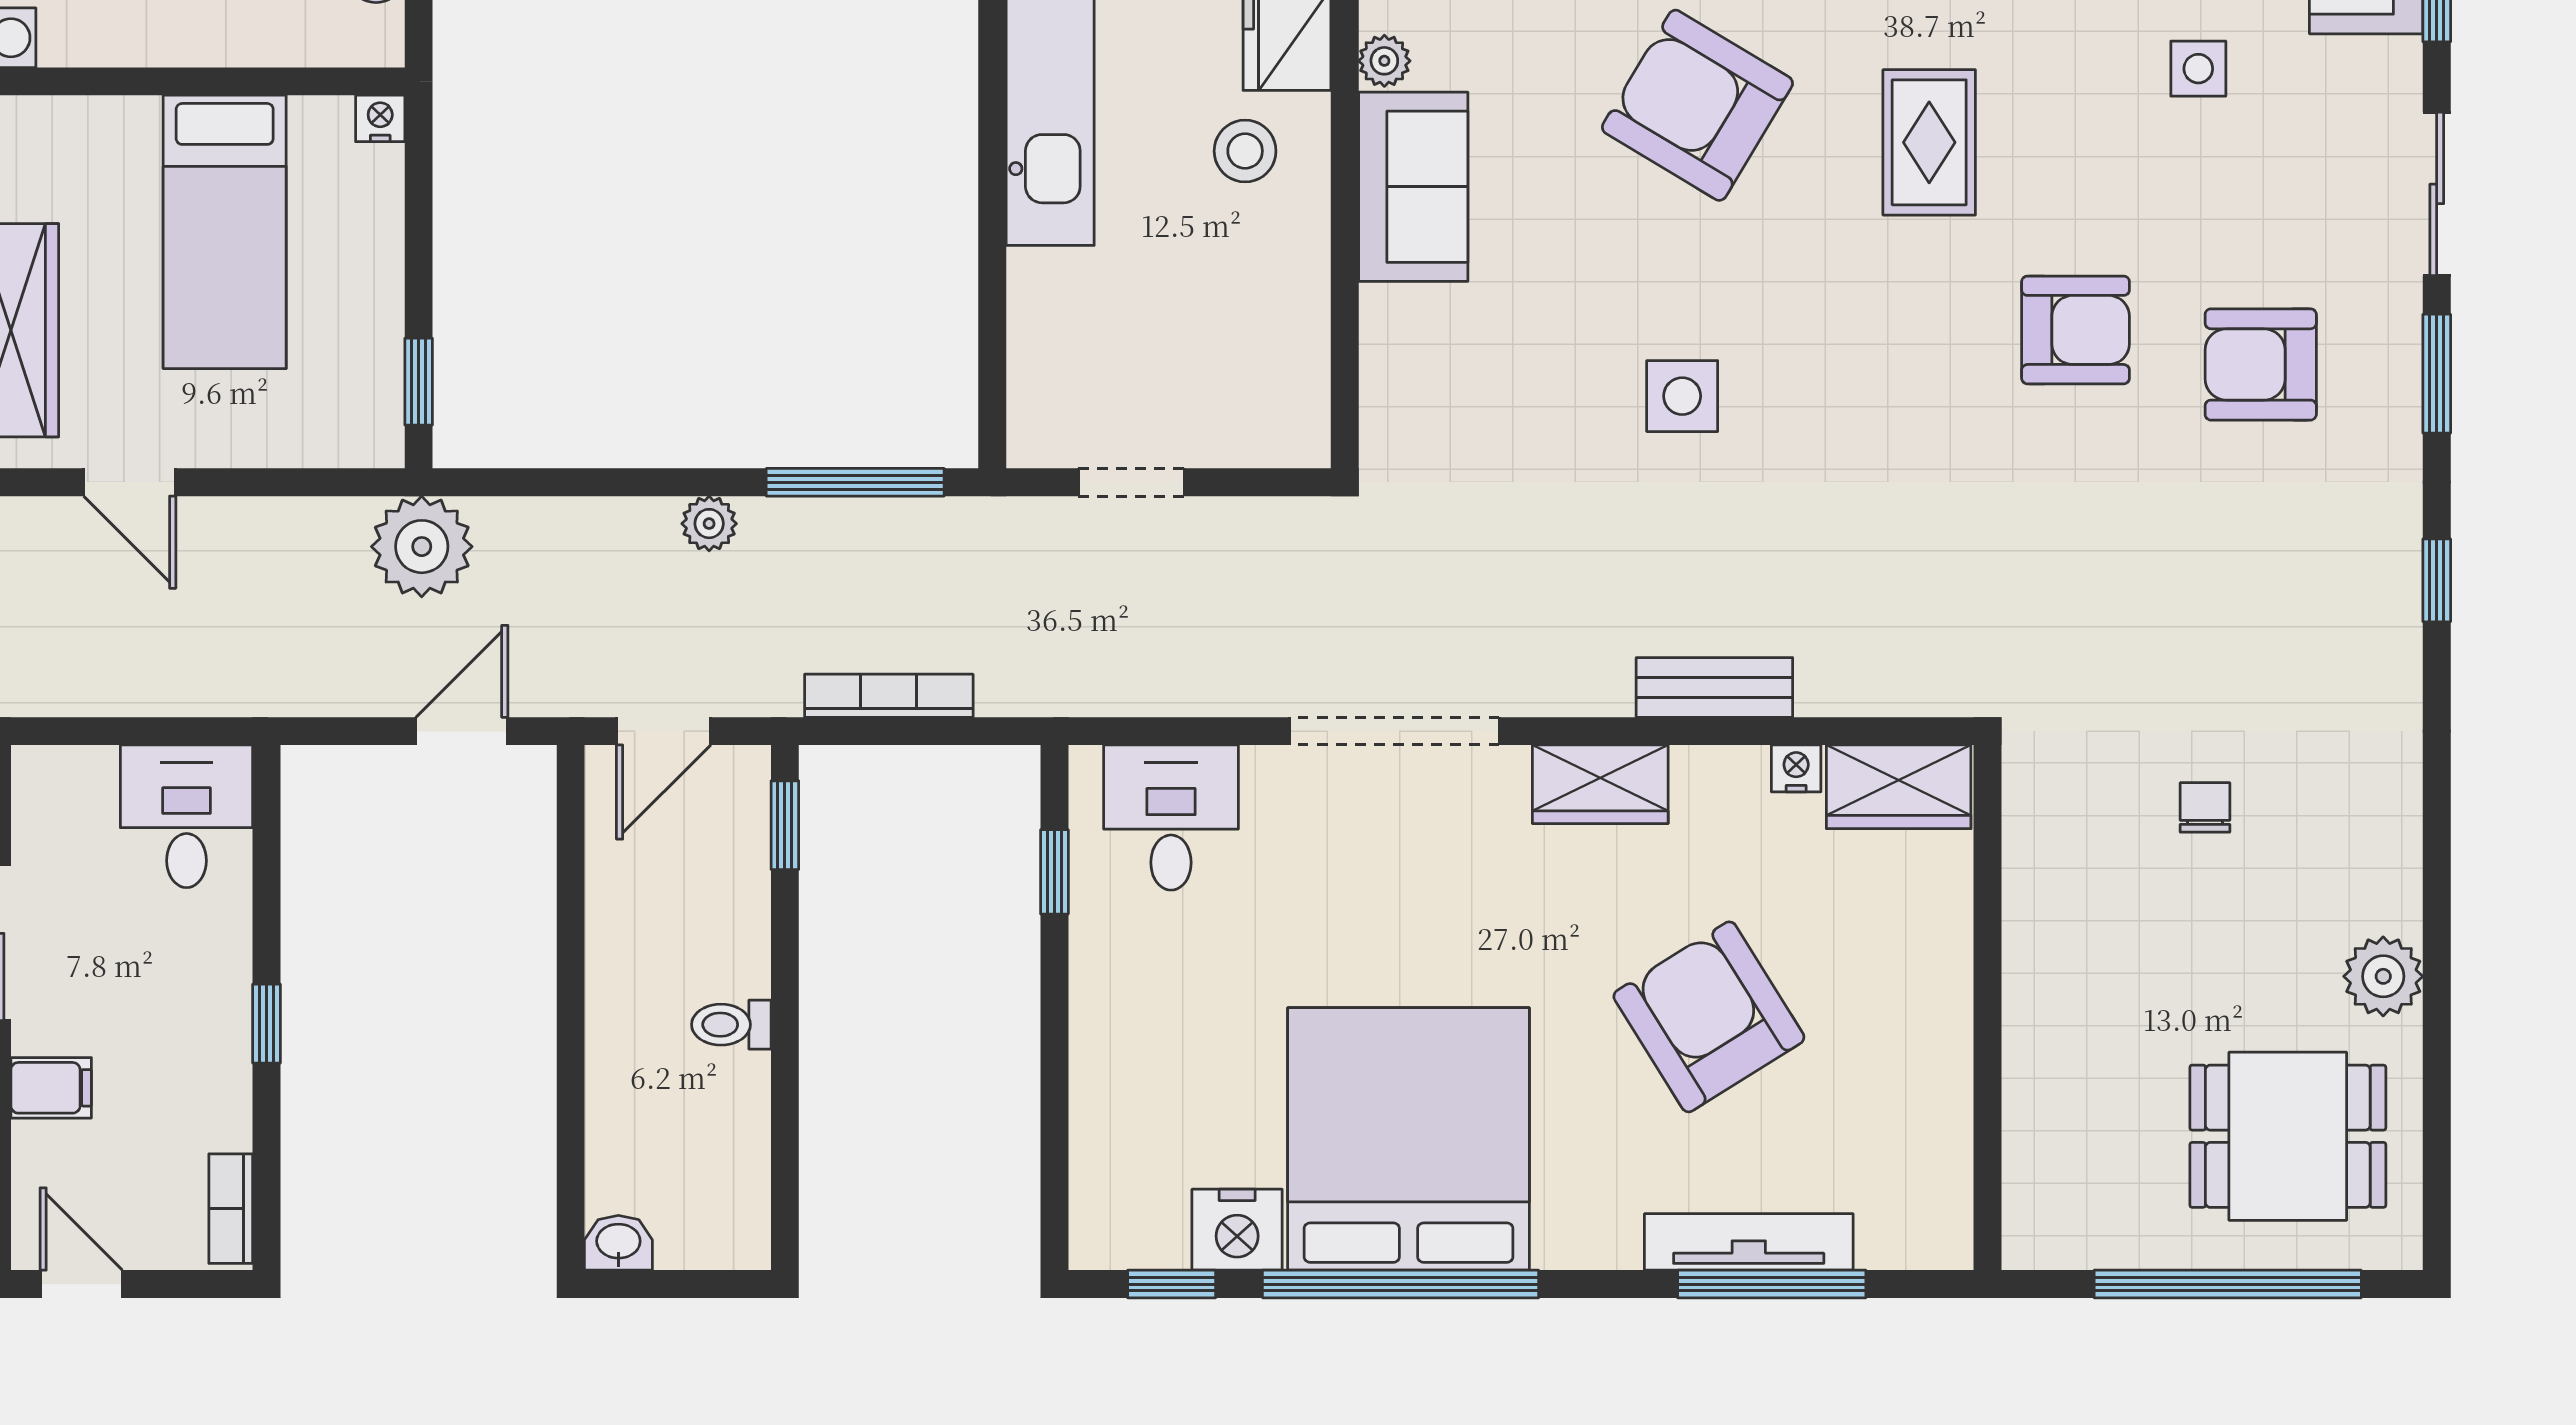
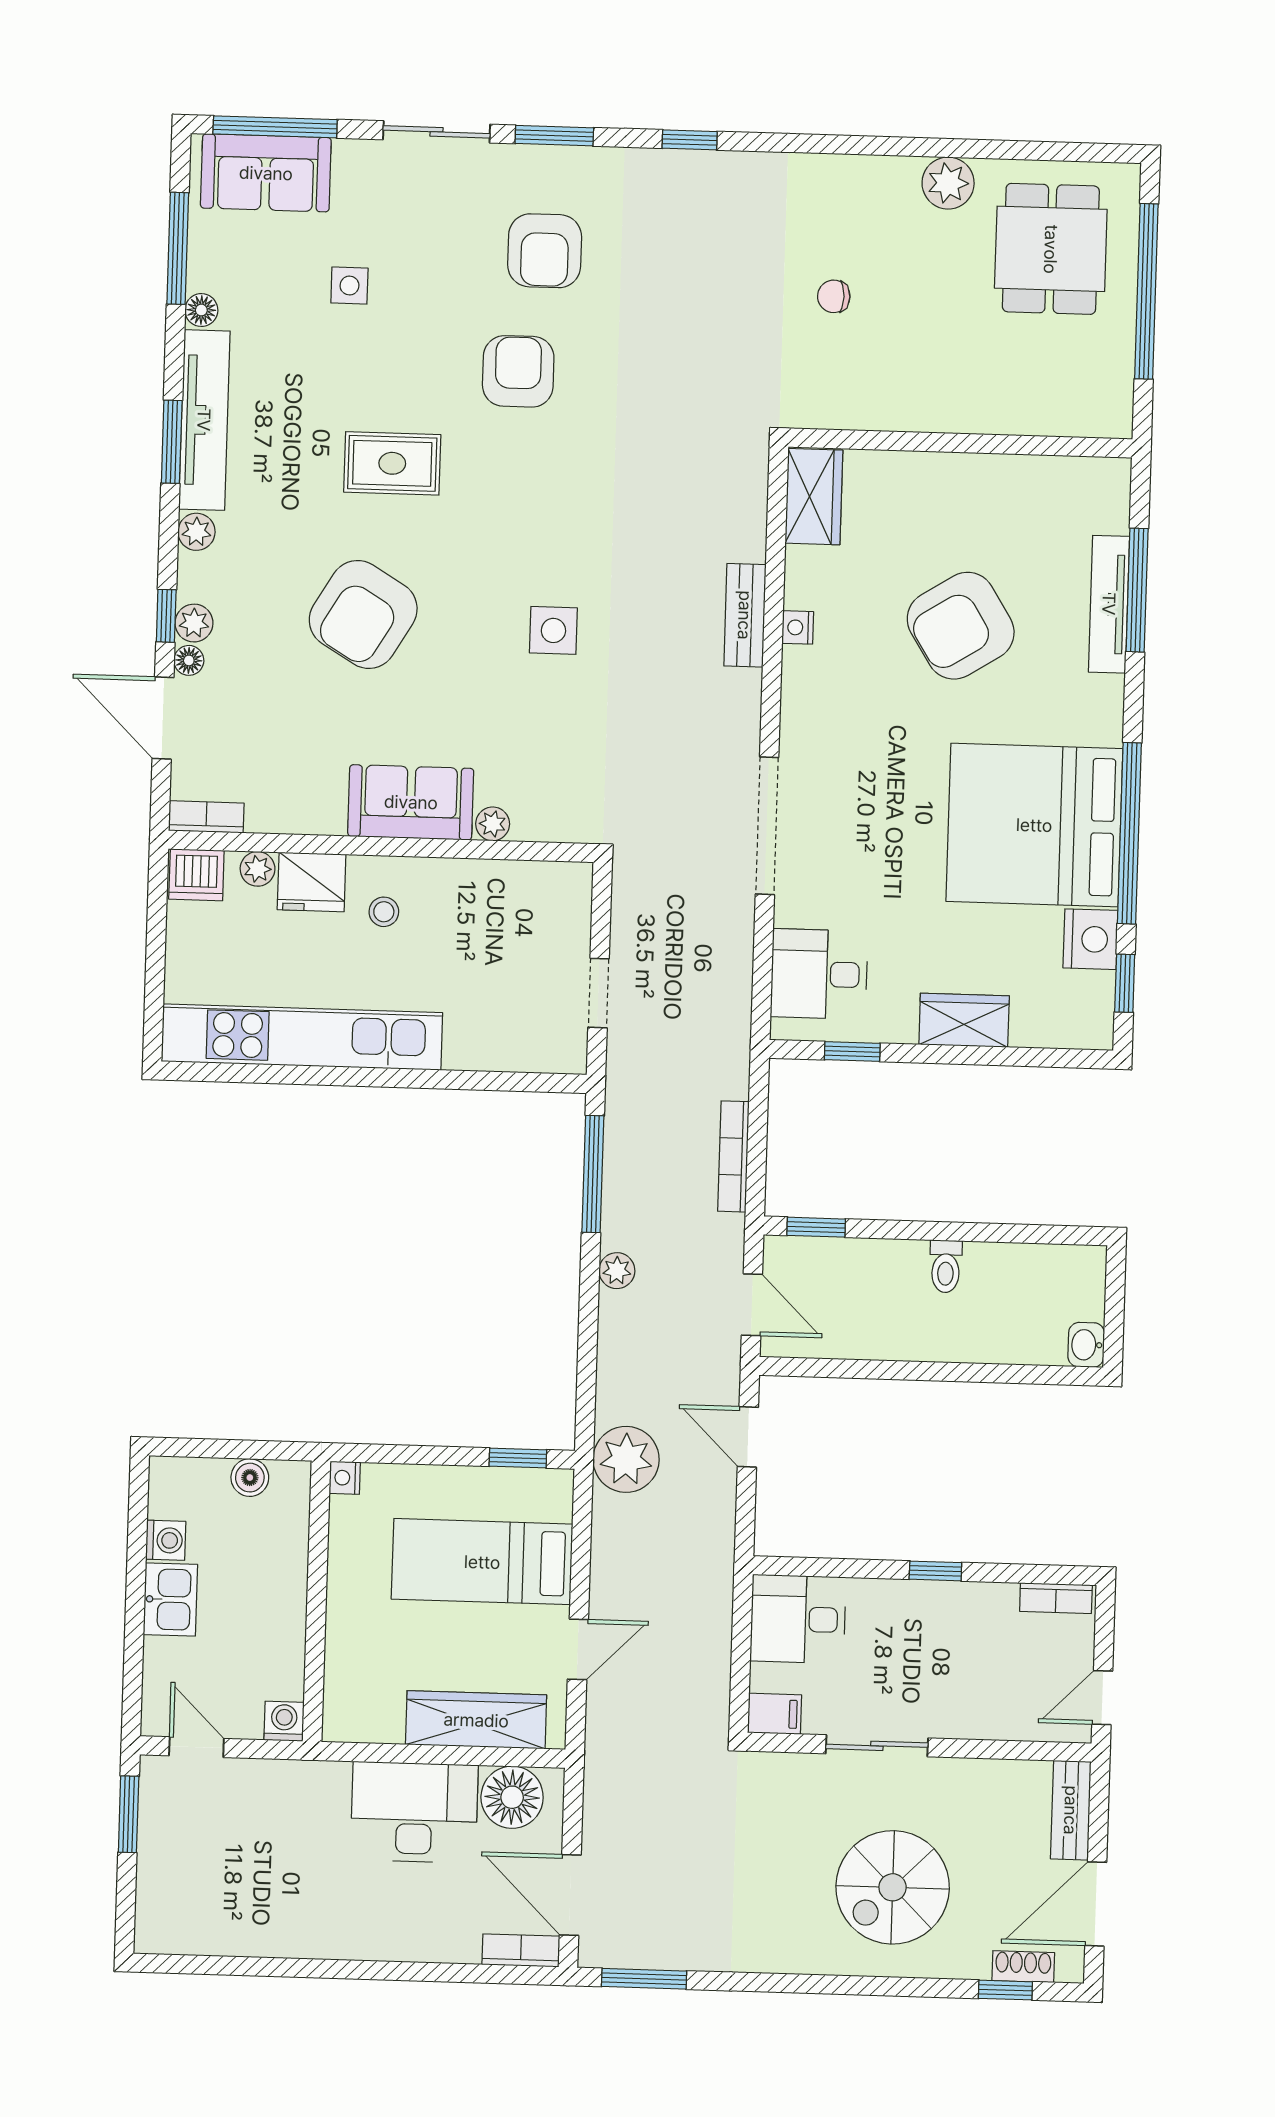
plant: (1384, 61) -> (493, 824), moved
stool: (1245, 151) -> (384, 912), width x0.73, depth x0.73
bed: (225, 232) -> (482, 1562), moved, turned 180
nightstand: (1796, 768) -> (798, 627), moved
wardrobe: (1600, 784) -> (964, 1020), moved, turned -90
filing cabinet: (51, 1088) -> (775, 1714), moved, turned 90

